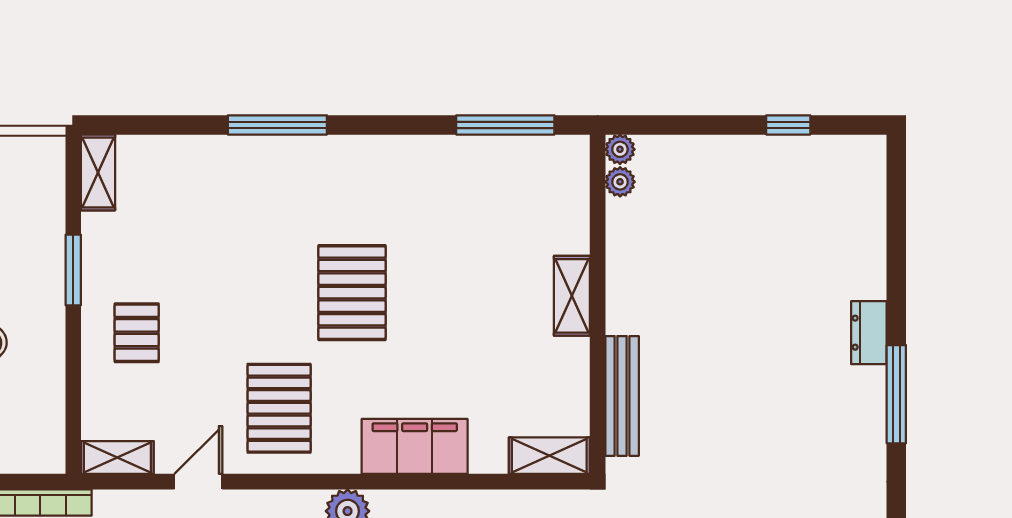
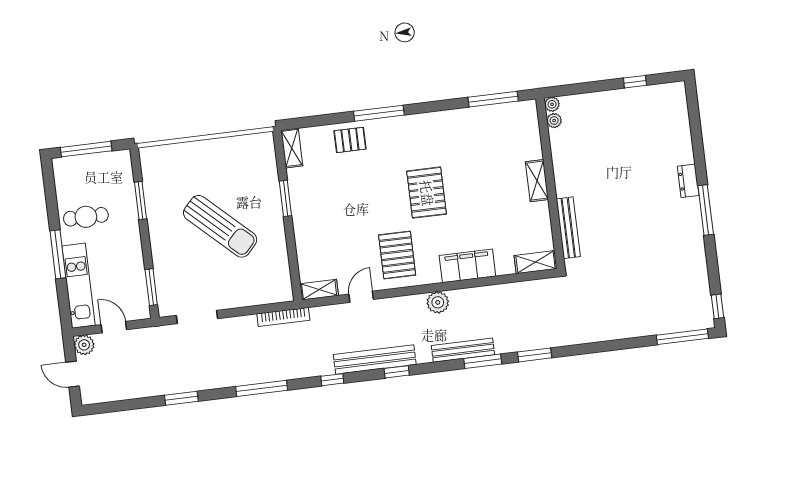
pallet: (137, 333) -> (350, 140), moved, turned 90

